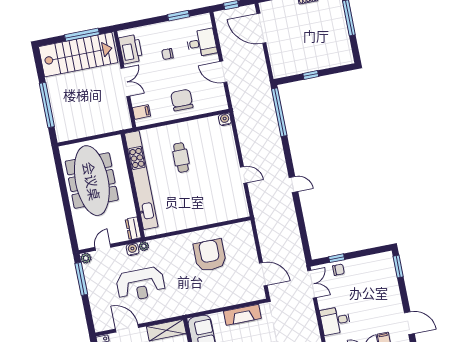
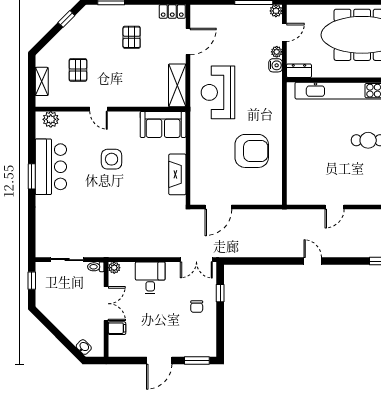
door: (294, 184) -> (313, 261), swing flipped
plant: (144, 246) -> (277, 52), moved
door: (103, 247) -> (284, 32), hinge flipped
chair: (338, 270) -> (197, 307), moved
reception desk: (141, 284) -> (218, 92), moved
door: (409, 323) -> (159, 360), moved

